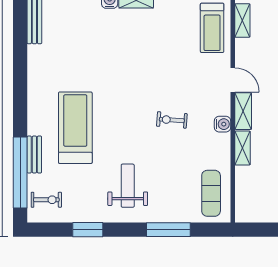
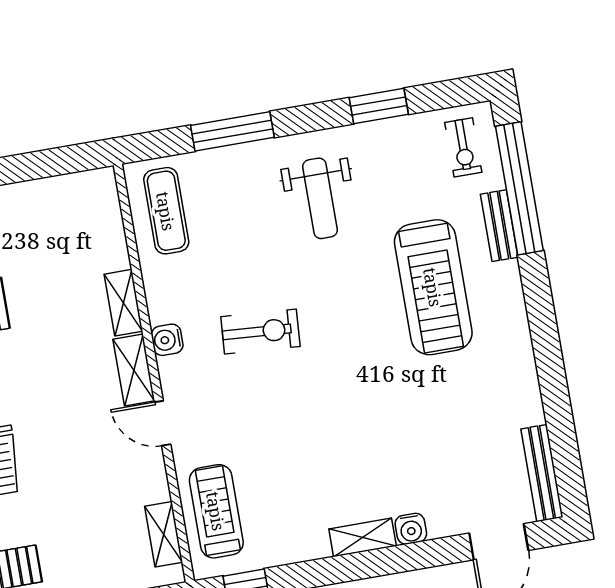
exercise bike: (172, 120) -> (260, 332), width x1.38, depth x1.39
exercise bike: (46, 200) -> (463, 147), turned -90

